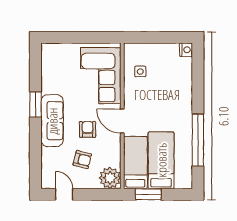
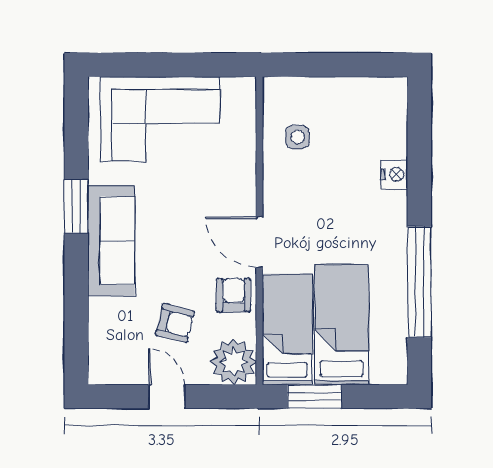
nightstand: (186, 50) -> (394, 174), moved
corner sofa: (101, 76) -> (160, 119), moved, turned -90
armchair: (88, 129) -> (233, 295), moved
door: (64, 194) -> (167, 396), moved

